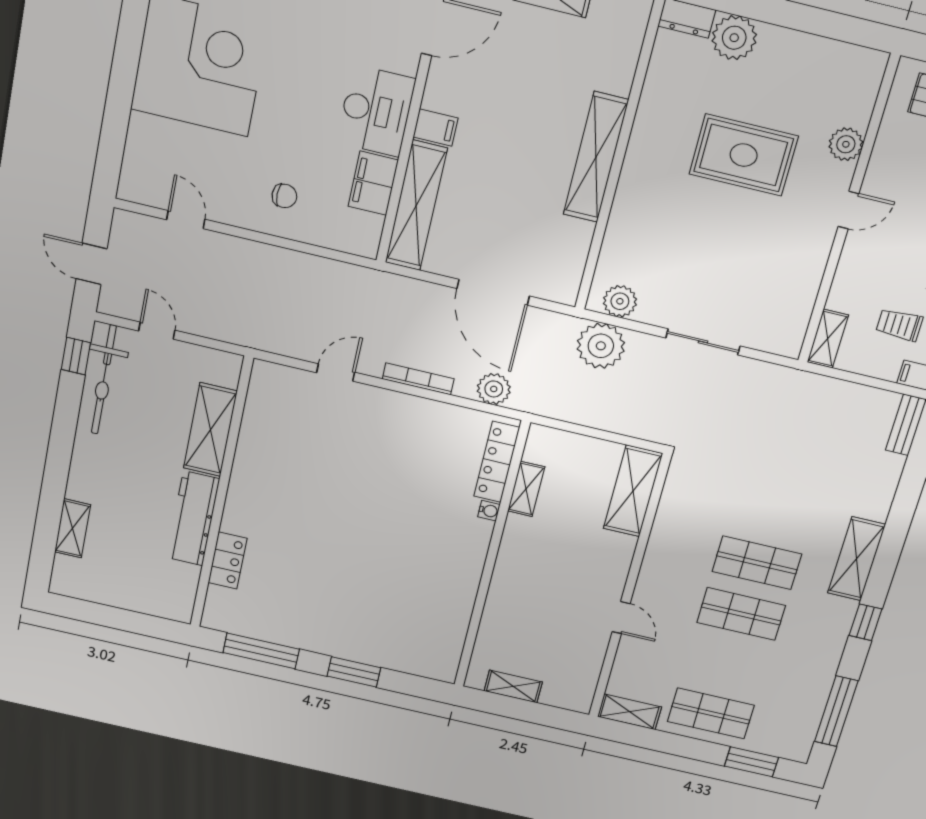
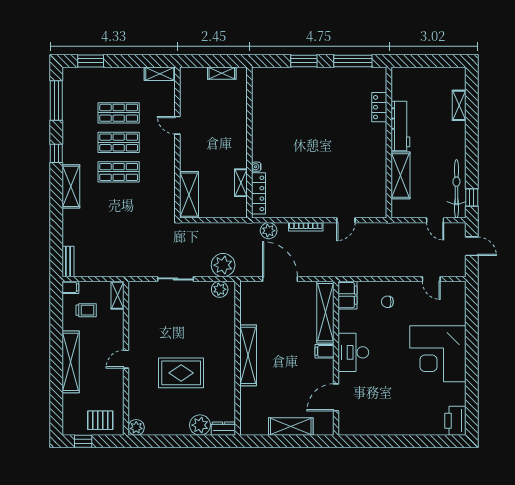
plant: (846, 144) -> (136, 427), moved
filing cabinet: (373, 183) -> (348, 295), moved
shop shelf: (711, 713) -> (119, 113), moved

